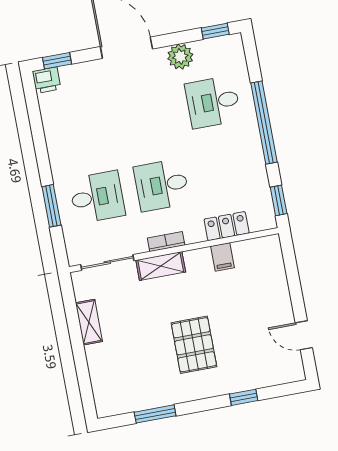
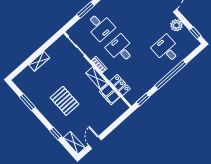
filing cabinet: (223, 257) -> (110, 94), width x2.00
shelving: (161, 266) -> (97, 78), moved
shelving: (89, 322) -> (39, 61), moved
pallet: (194, 345) -> (65, 101), turned 90
shelving: (281, 374) -> (74, 143), added

